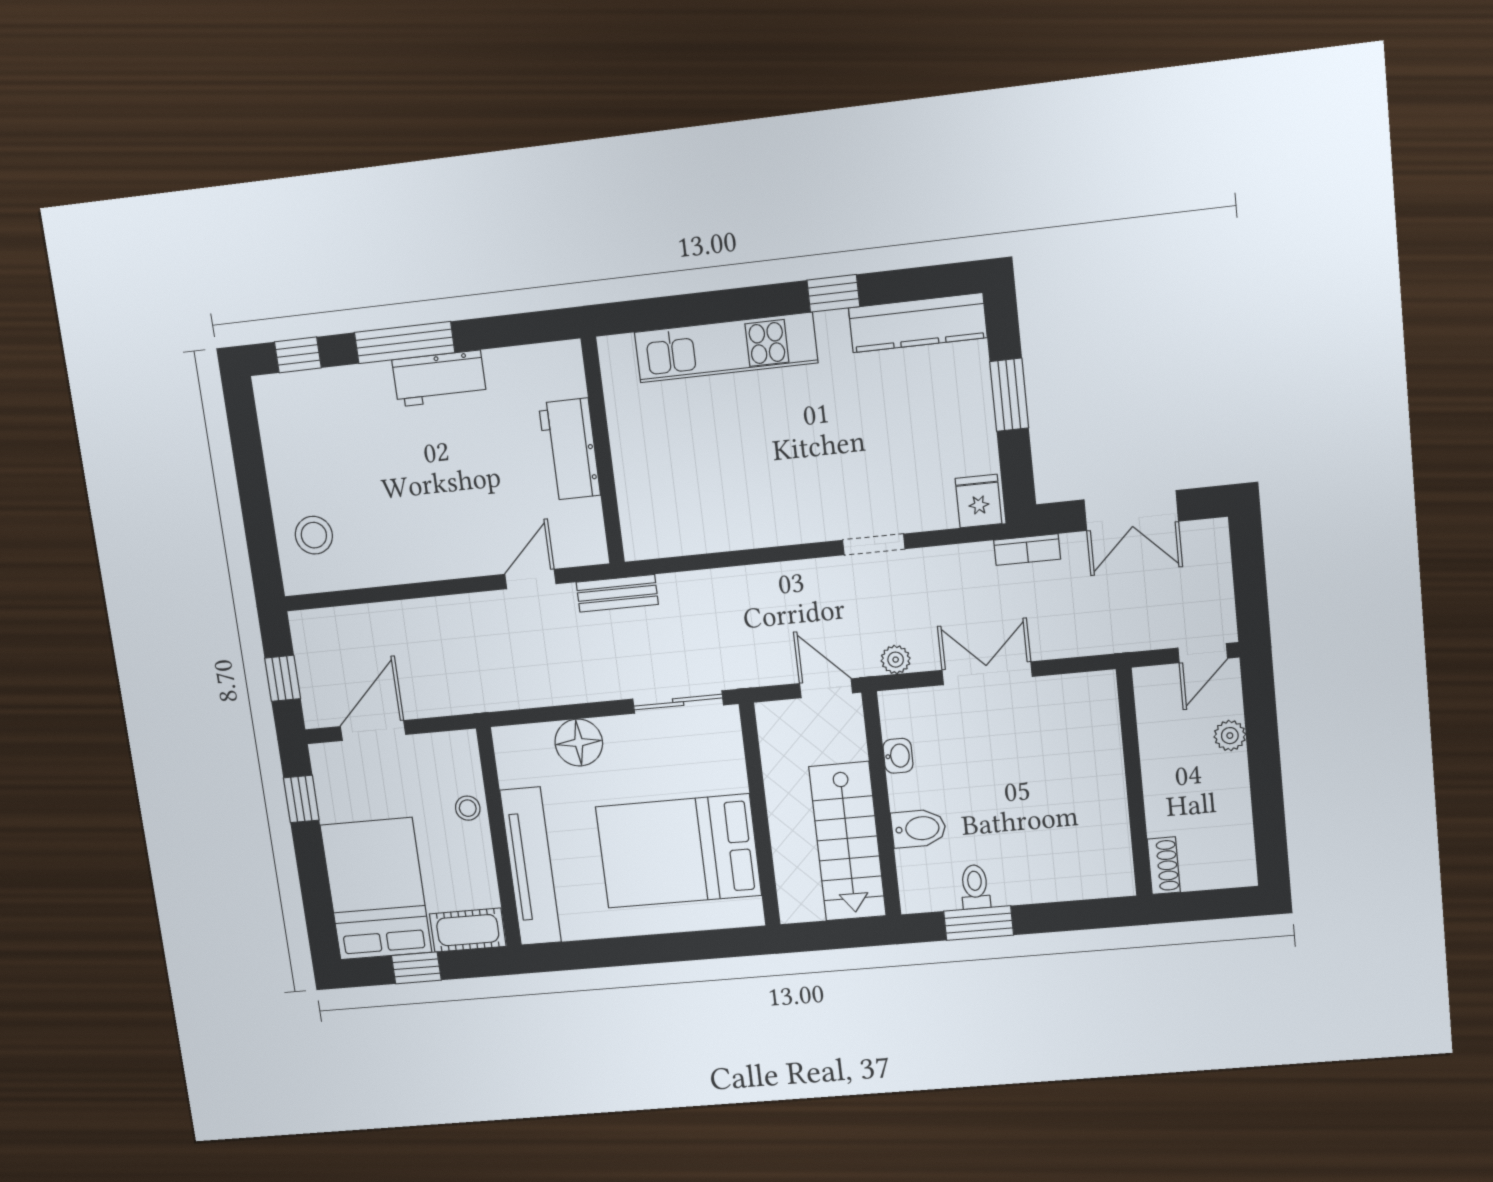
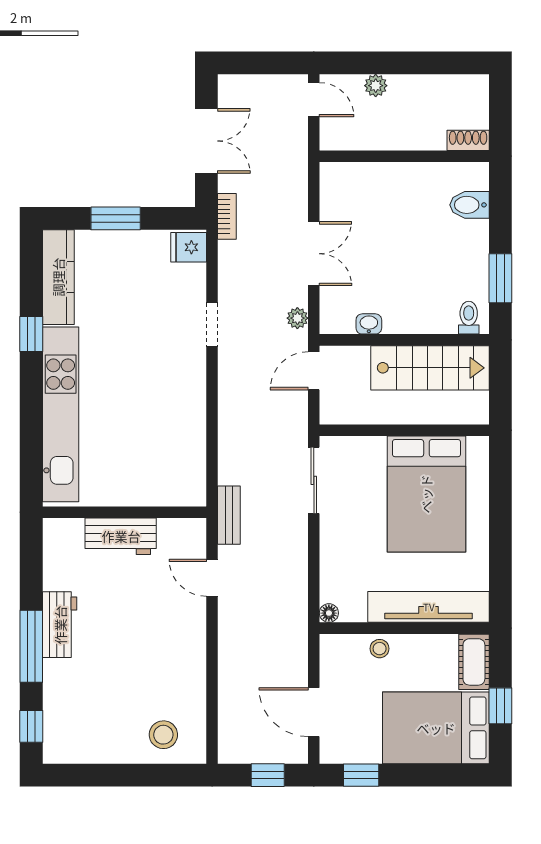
kitchen unit: (726, 348) -> (61, 414), width x1.36
double door: (987, 673) -> (314, 254), swing flipped
floor lamp: (579, 743) -> (329, 613), moved, width x0.53, depth x0.53
bidet: (919, 828) -> (469, 205), moved, turned -90
toilet: (975, 887) -> (469, 318), moved, turned 90

